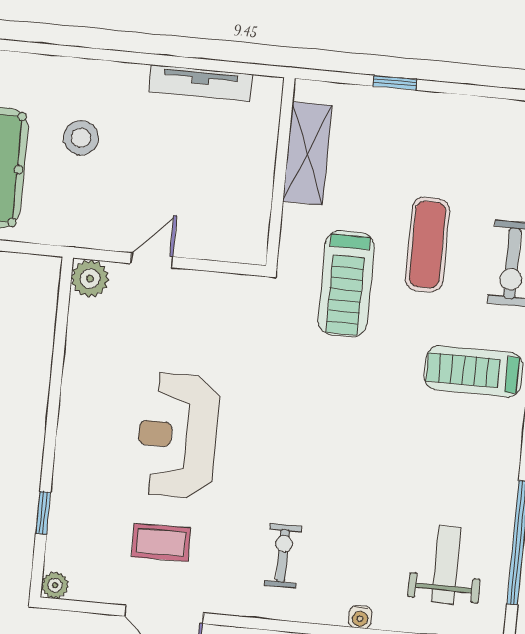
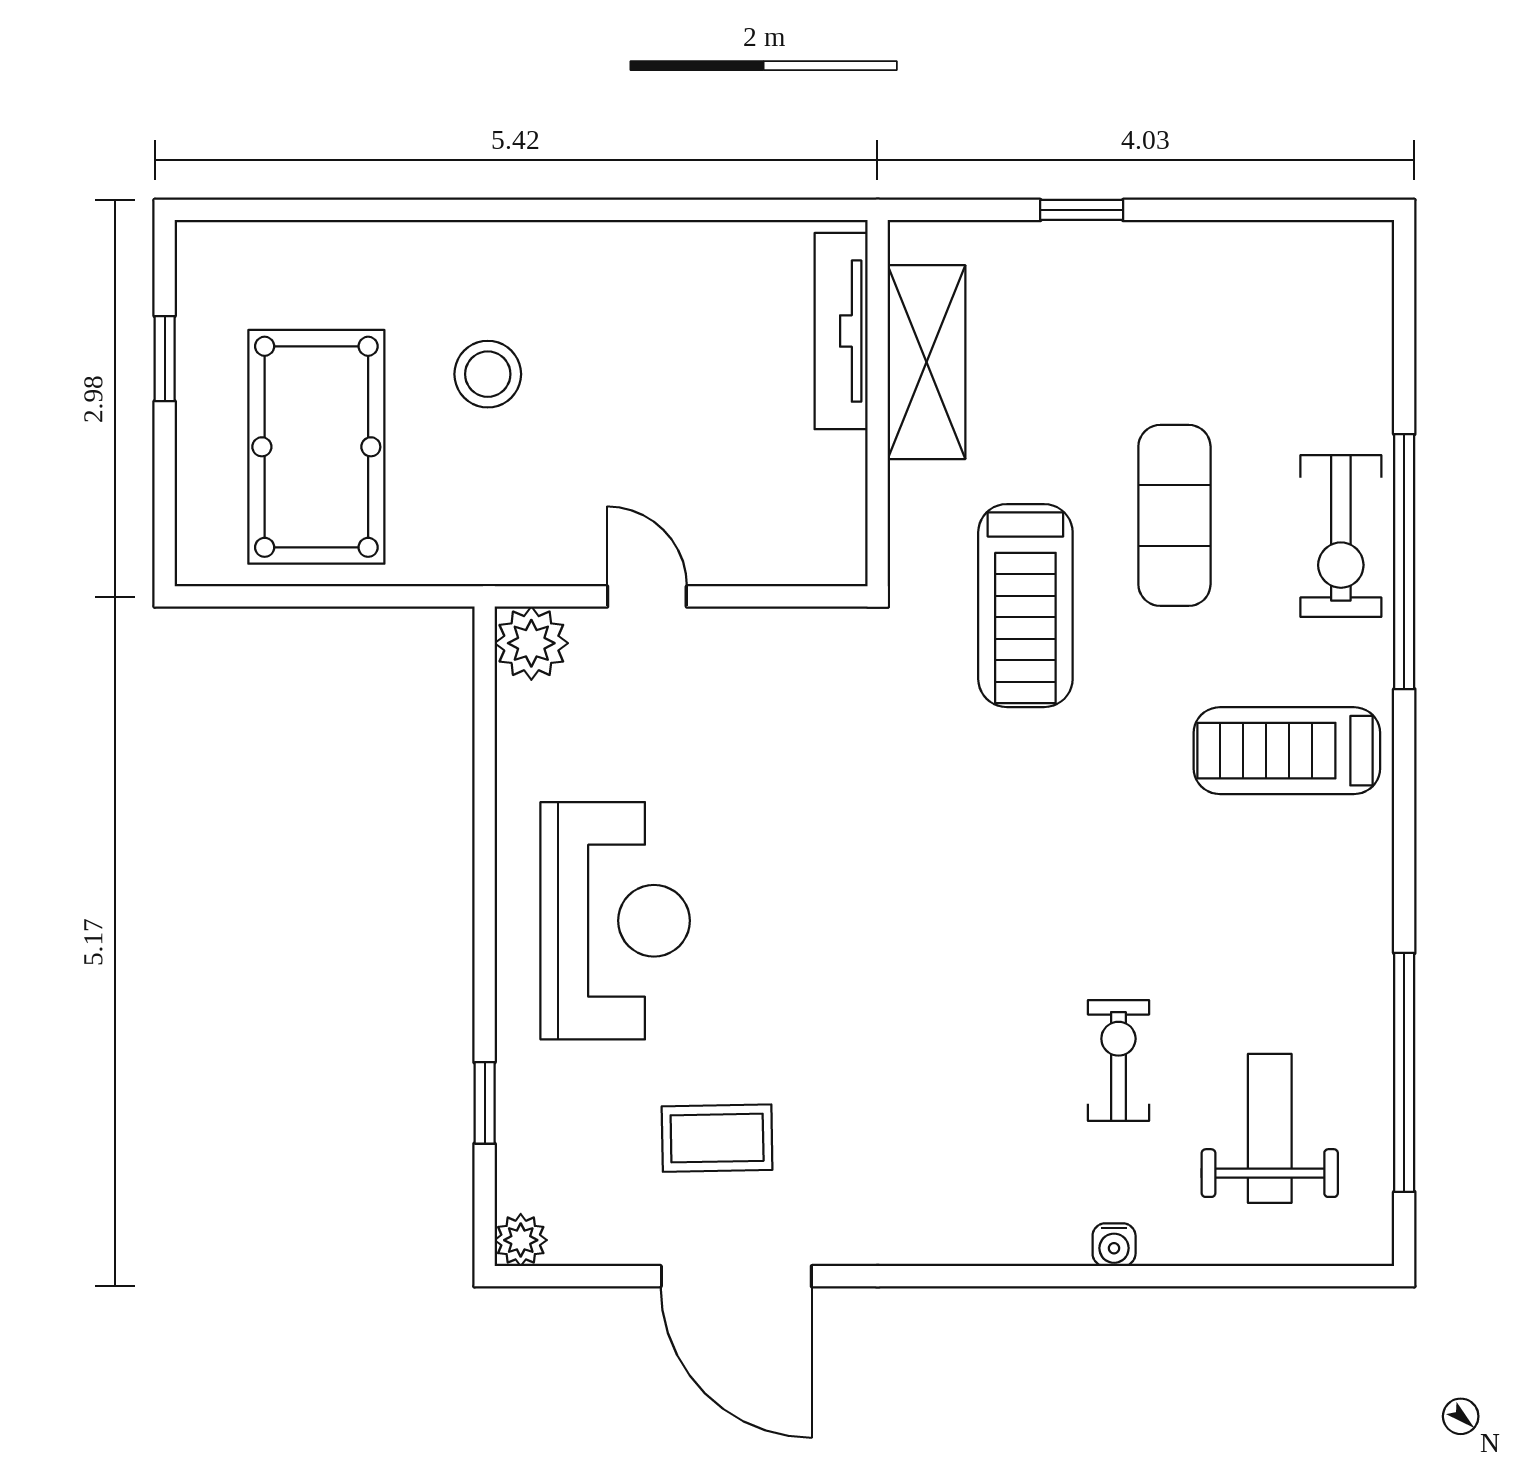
tv unit: (200, 83) -> (841, 331), moved, turned 90
door: (152, 260) -> (647, 596), hinge flipped
reception desk: (178, 436) -> (615, 921), moved, turned 180
exercise bike: (283, 556) -> (1118, 1060), moved

